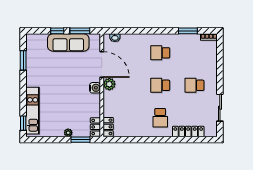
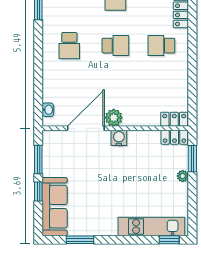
sofa: (68, 42) -> (55, 207), moved
school desk: (160, 85) -> (115, 46), turned -90
school desk: (160, 118) -> (161, 46), turned 180

